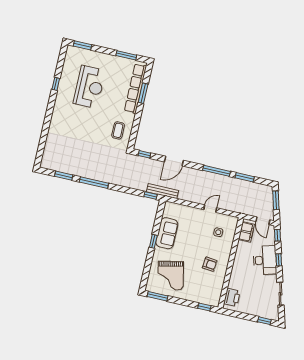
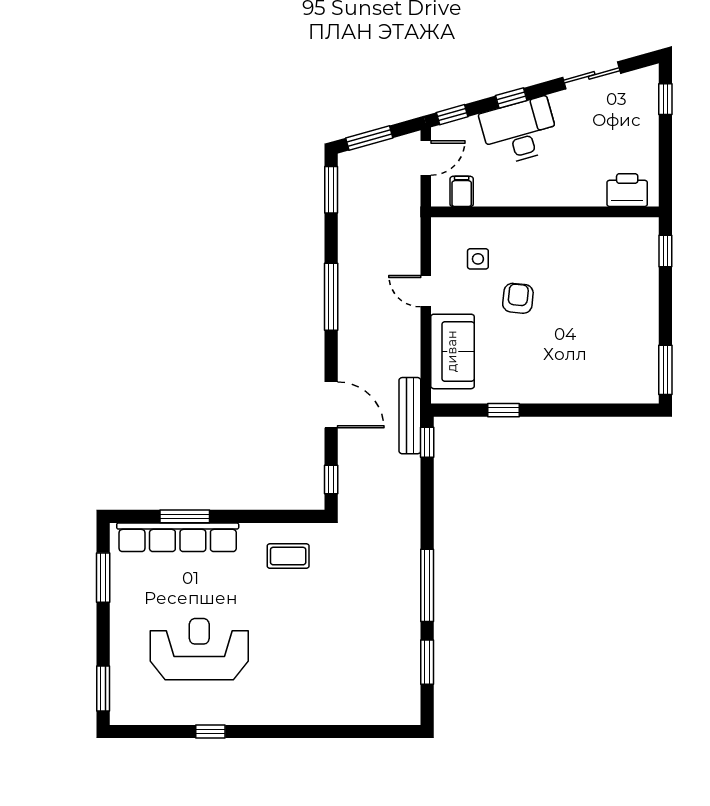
window: (245, 177) -> (331, 190), moved
filing cabinet: (246, 232) -> (462, 191), width x0.50
sofa: (167, 233) -> (452, 351), moved, turned 90
window: (153, 241) -> (503, 410), moved
armchair: (210, 264) -> (518, 298), moved
grand piano: (171, 276) -> (608, 349), removed

